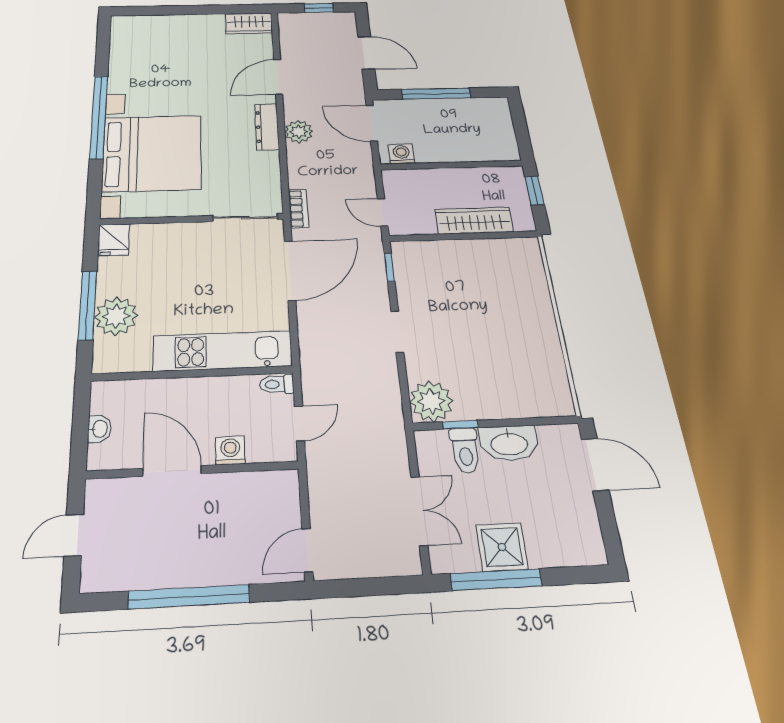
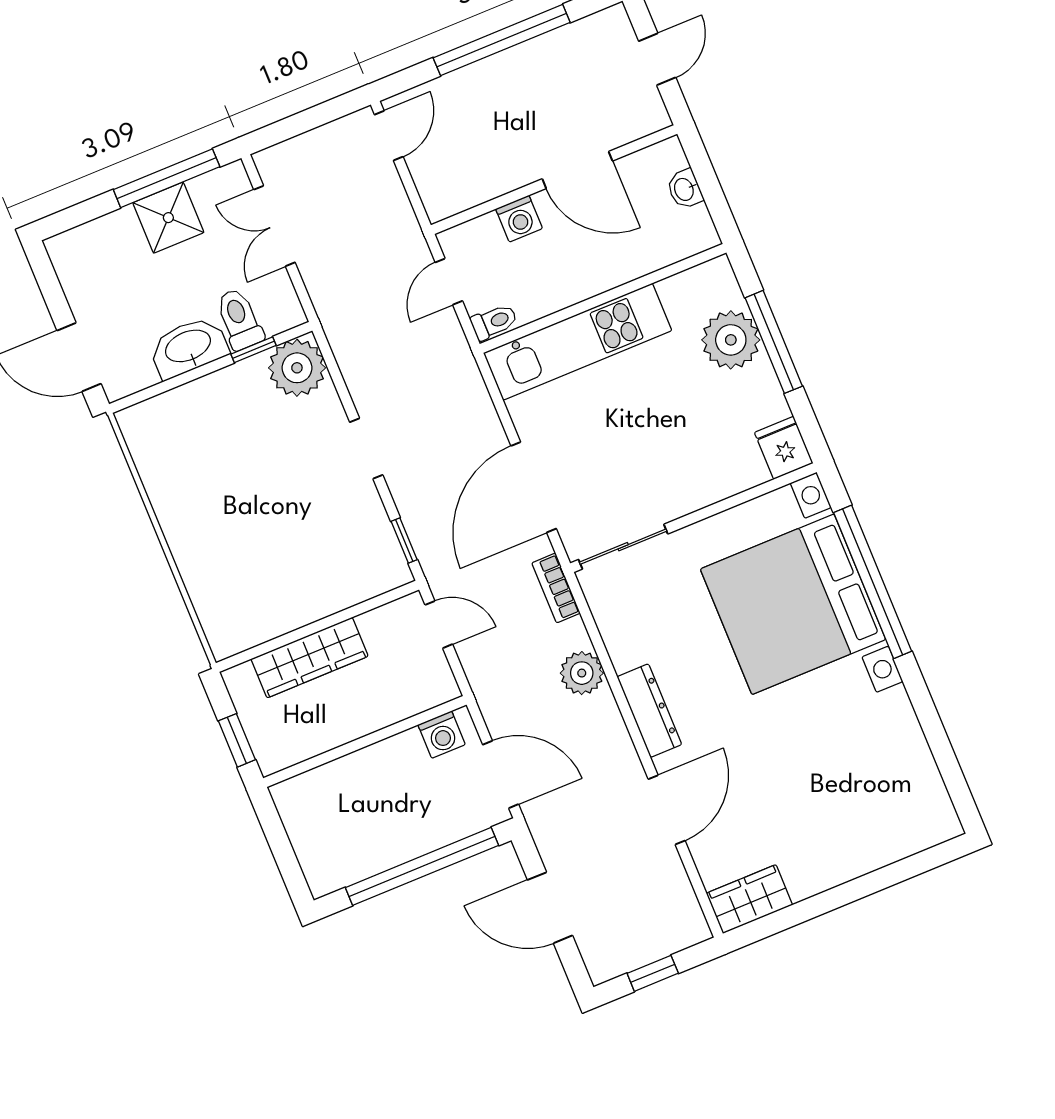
window: (436, 94) -> (422, 866), width x1.46
window: (99, 117) -> (873, 582), moved
plant: (299, 132) -> (582, 673), moved

